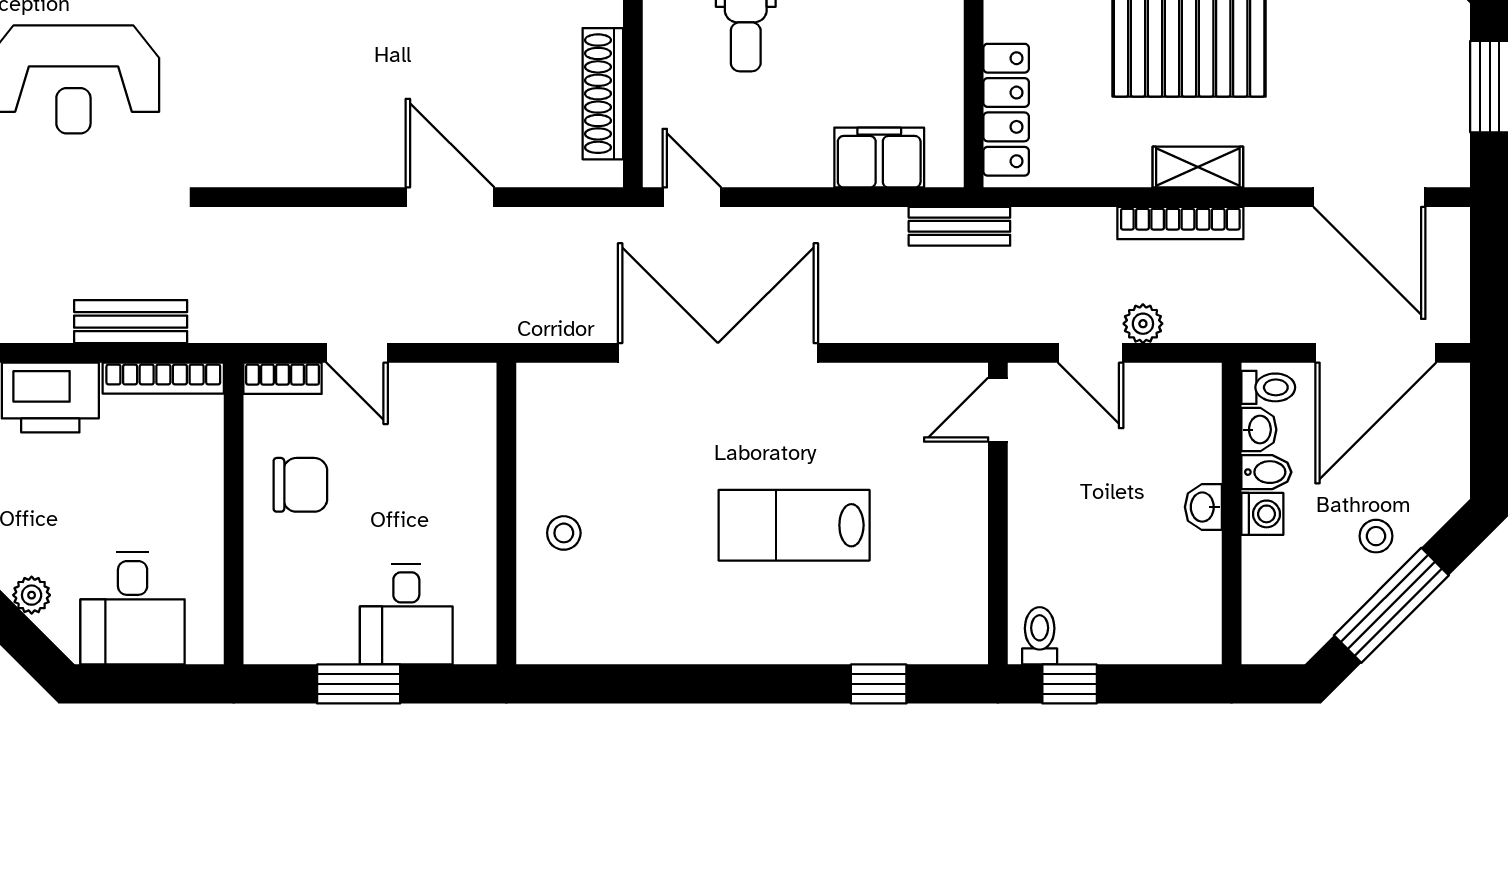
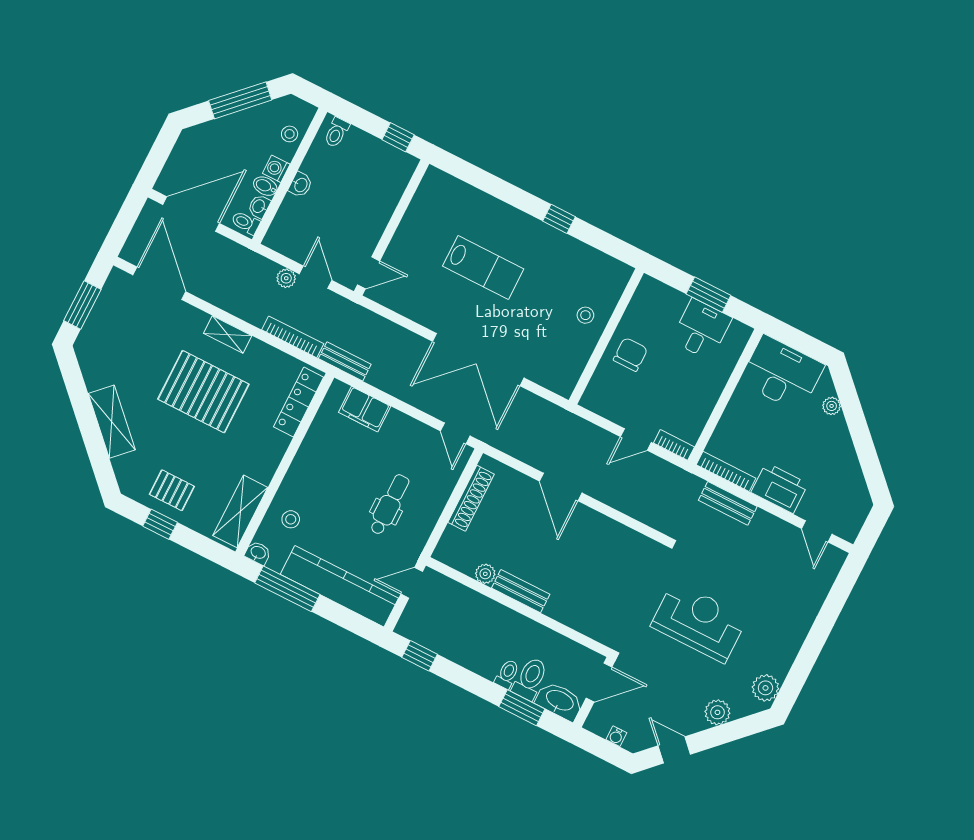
bookcase: (1180, 223) -> (293, 337), moved
door: (357, 353) -> (636, 440), swing flipped
chair: (300, 485) -> (630, 354), moved, turned 90
stool: (1376, 536) -> (290, 134), moved
desk: (133, 608) -> (782, 373), width x1.37
desk: (406, 614) -> (701, 329), moved
toilet: (1040, 636) -> (337, 132), moved
window: (879, 684) -> (559, 219), moved

